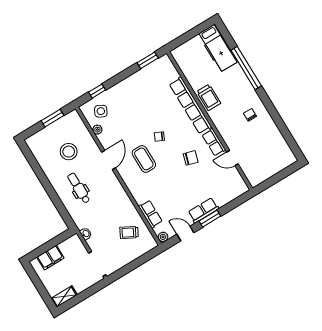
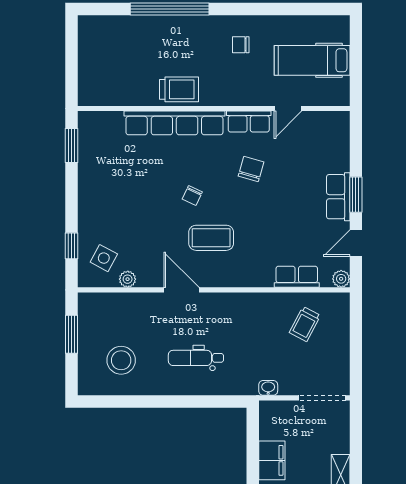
hospital bed: (218, 48) -> (312, 60), moved, turned 180
stool: (69, 152) -> (121, 360), moved

